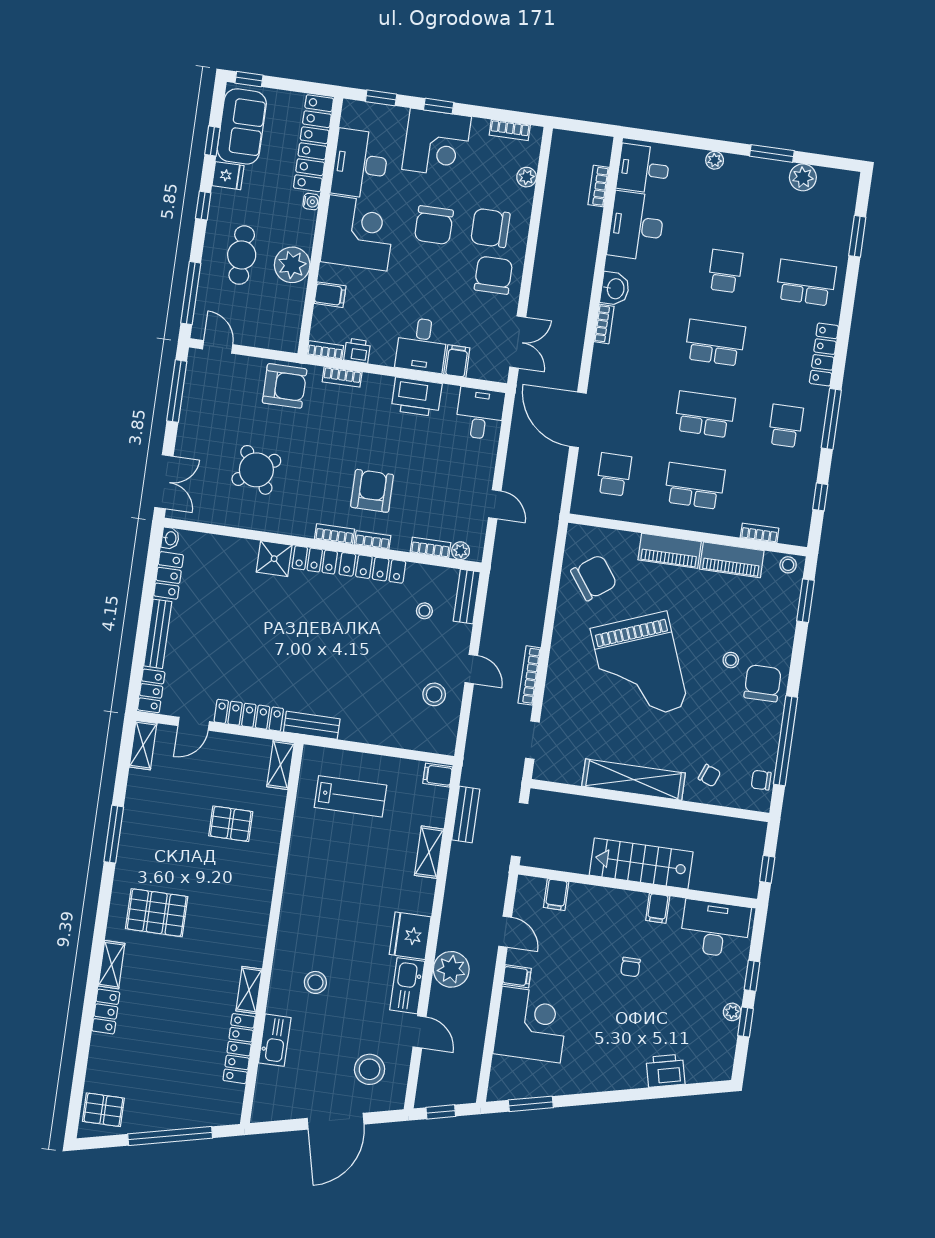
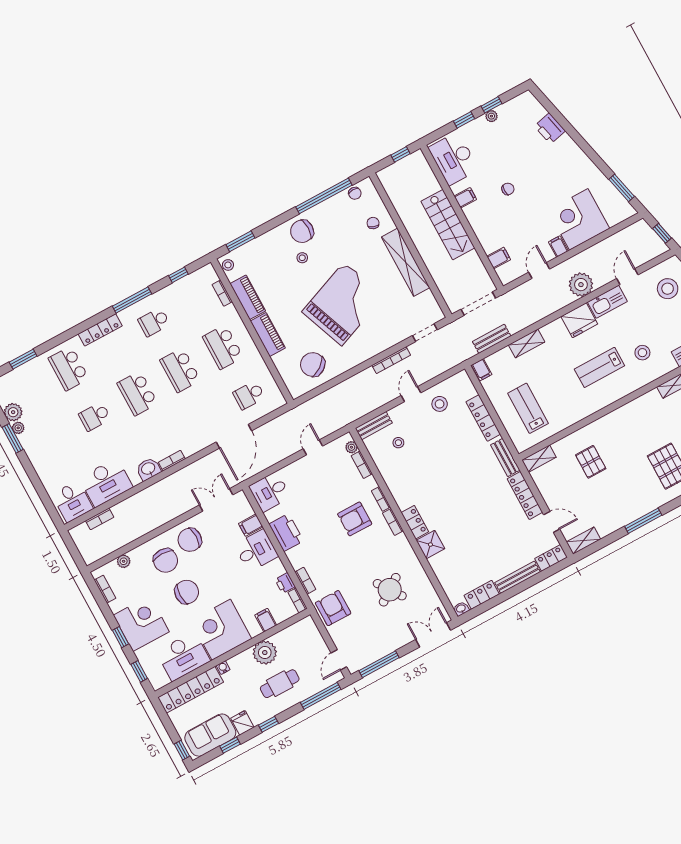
plant: (715, 160) -> (18, 428), moved
locker: (372, 568) -> (483, 418), moved, turned 180
lab bench: (336, 918) -> (599, 367), added

